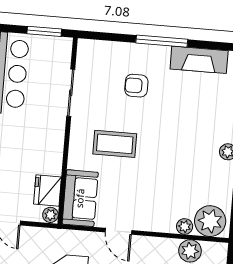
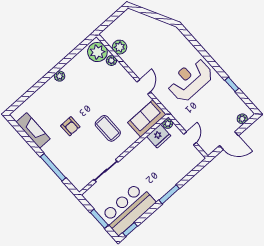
window: (44, 31) -> (99, 219), moved
window: (162, 41) -> (53, 167), moved
armchair: (136, 86) -> (70, 126), moved

